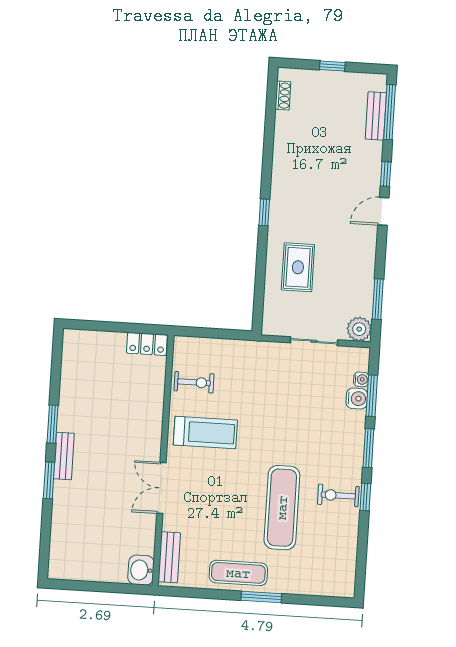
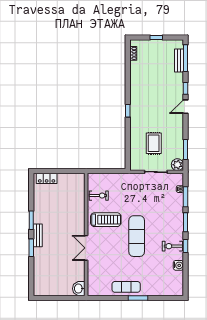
rug: (298, 267) -> (154, 143), moved
locker: (147, 344) -> (47, 178), moved
water cooler: (357, 399) -> (178, 265), moved
exercise mat: (282, 508) -> (137, 236), moved
bench: (169, 557) -> (92, 281), removed

